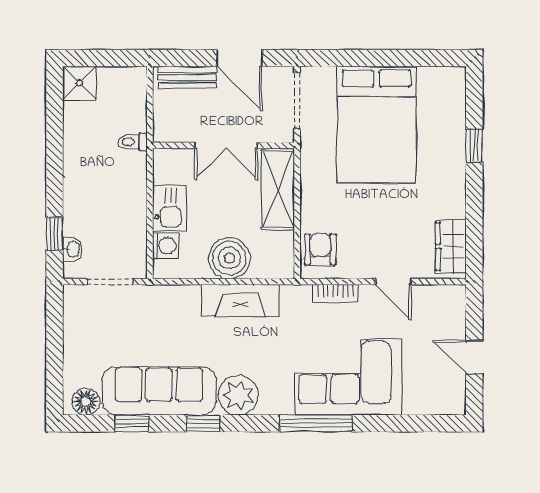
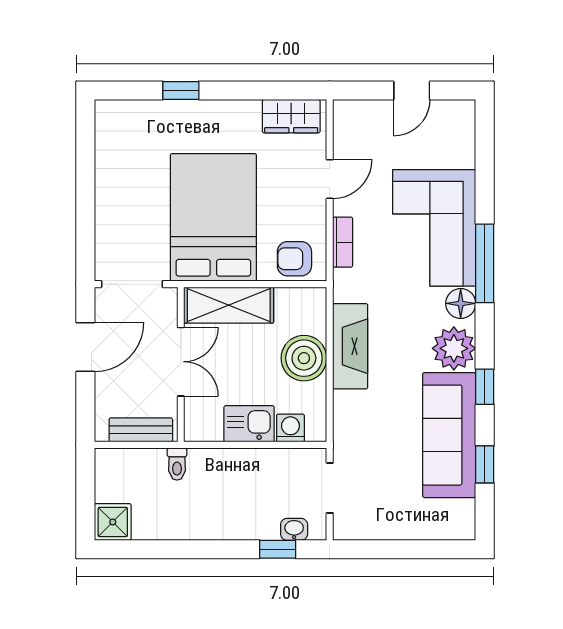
bench: (187, 77) -> (141, 430), moved, turned 90
bed: (376, 125) -> (213, 217), moved, turned -90
floor lamp: (86, 402) -> (461, 303), moved

